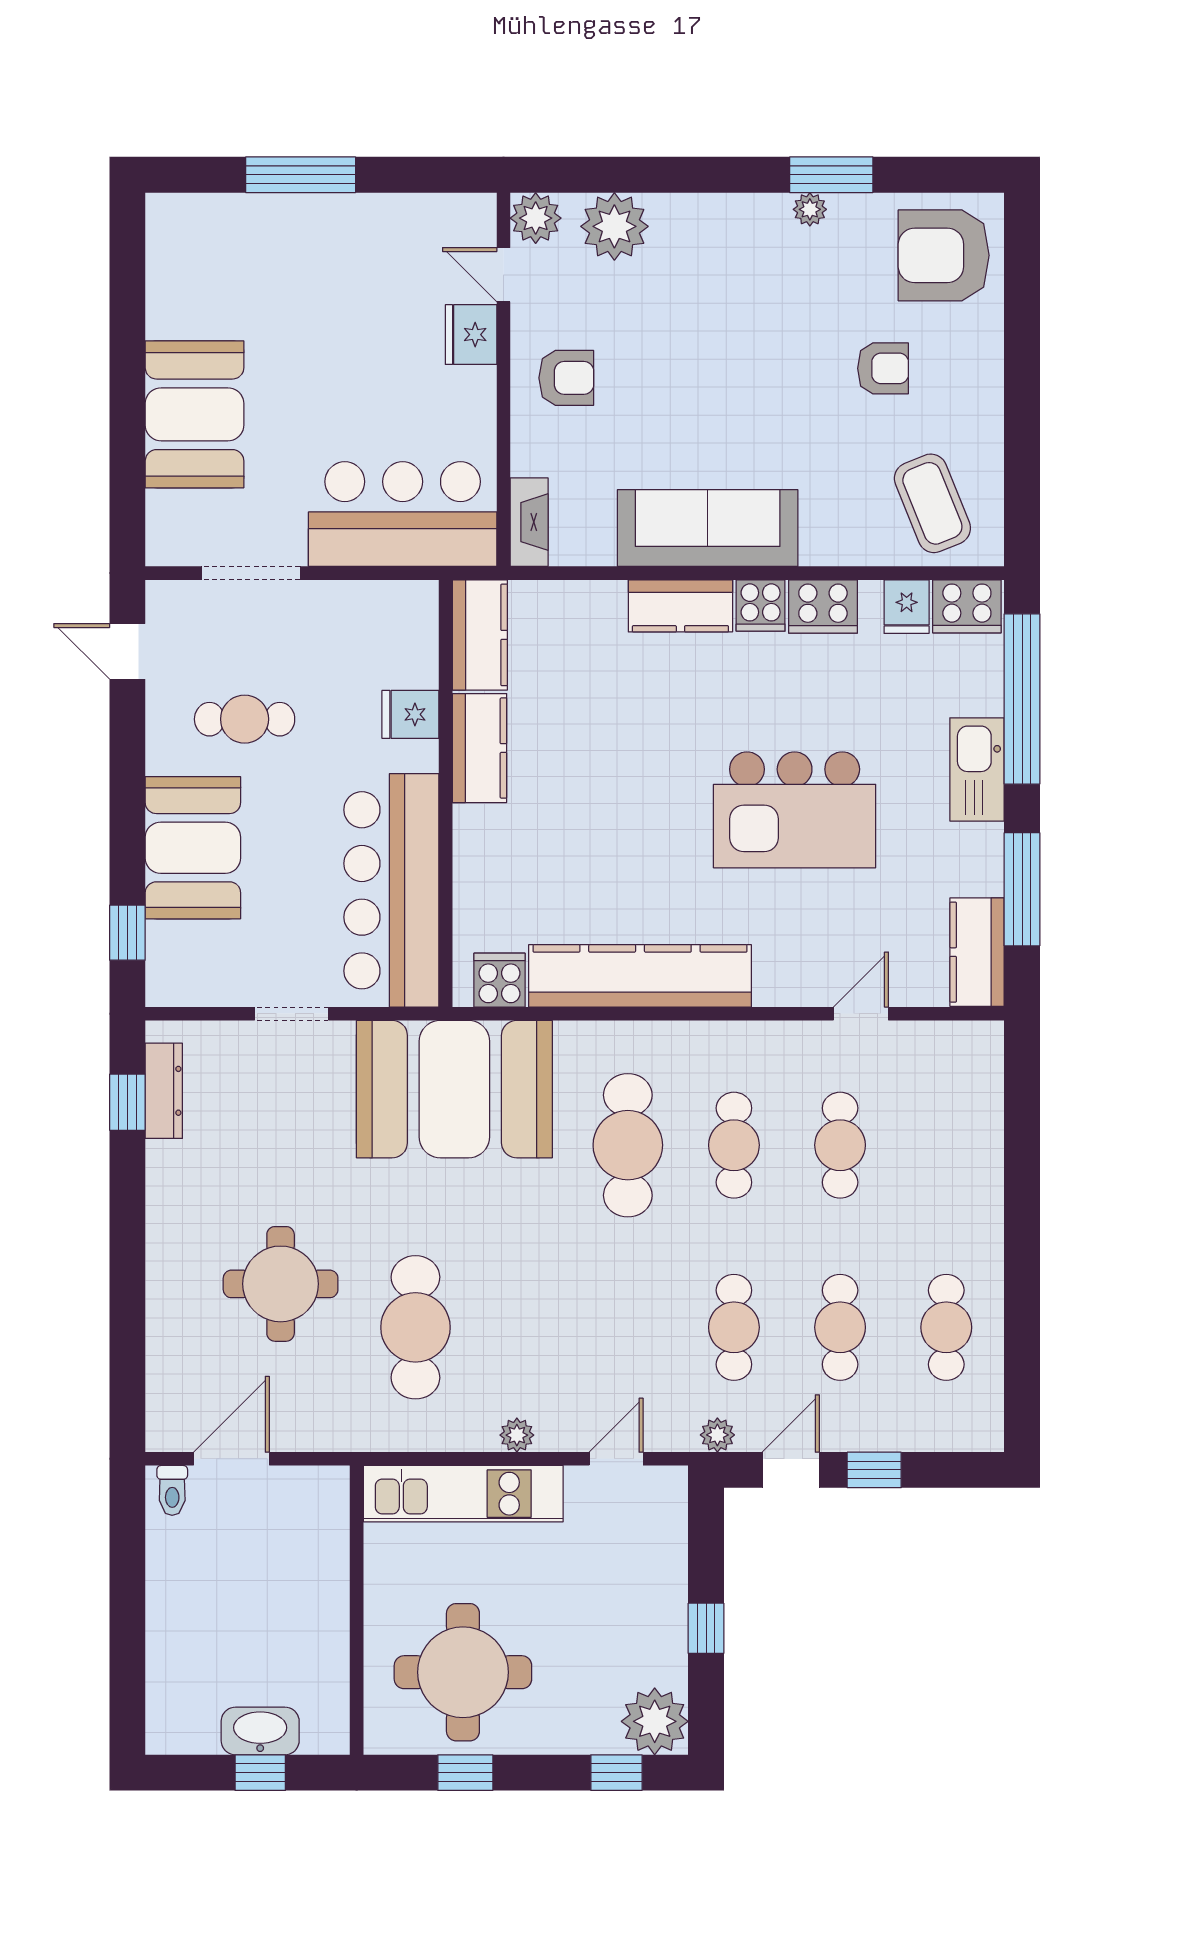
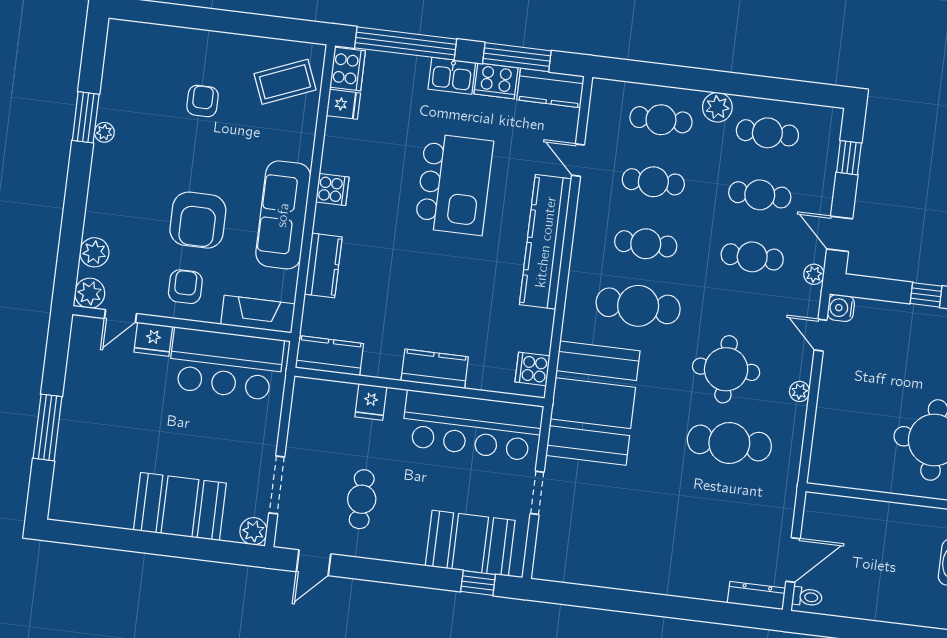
plant: (614, 226) -> (94, 252), width x0.73, depth x0.73
armchair: (944, 255) -> (198, 220), moved
bar counter: (403, 514) -> (226, 364), moved, turned -90
fireplace: (529, 522) -> (258, 314), width x1.37, depth x1.32
plant: (168, 543) -> (253, 531), added
kitchen counter: (680, 606) -> (323, 265), moved
cooker: (823, 606) -> (496, 81), moved, turned 90
kitchen counter: (480, 748) -> (435, 369), moved
kitchen sink: (977, 769) -> (452, 76), width x0.73
booth: (193, 848) -> (470, 543), moved
kitchen counter: (640, 976) -> (546, 242), moved
dresser: (164, 1091) -> (756, 596), moved
window: (127, 1102) -> (577, 595), removed
cafe table: (946, 1145) -> (661, 120), added
plant: (979, 1238) -> (717, 107), added
round table: (281, 1284) -> (726, 369), moved
door: (231, 1459) -> (793, 560), swing flipped
window: (874, 1470) -> (849, 158), moved
water cooler: (666, 1487) -> (841, 308), added
kitchen unit: (463, 1494) -> (830, 427), removed

